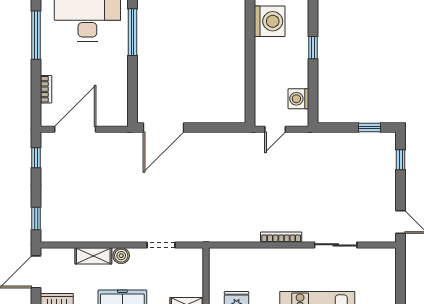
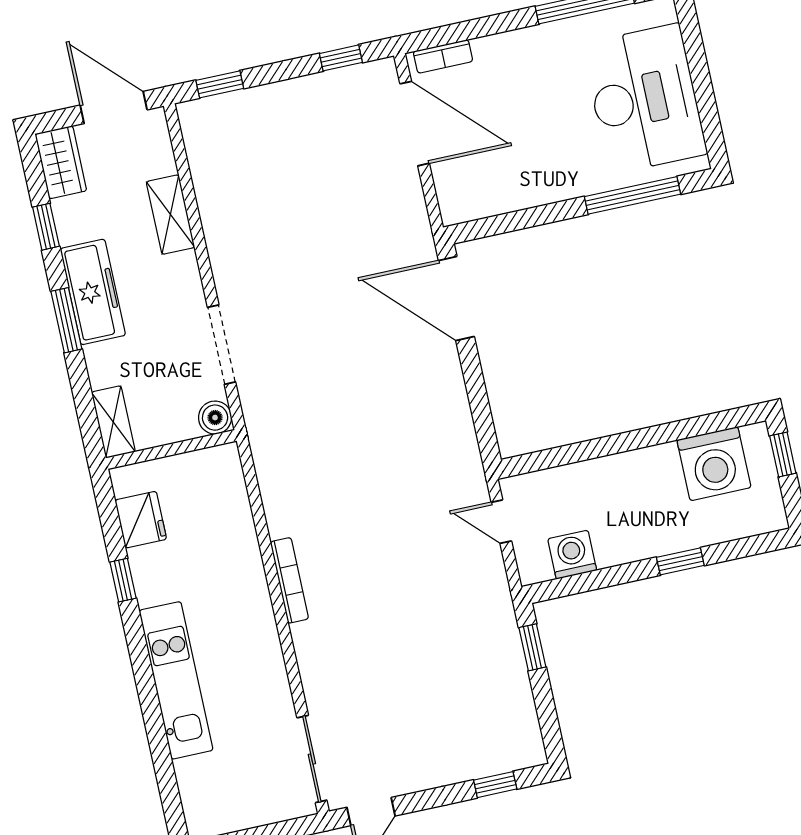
bookcase: (46, 89) -> (443, 56), moved
window: (370, 127) -> (532, 647), moved
doorway: (161, 245) -> (222, 345), width x1.38
sliding door: (336, 245) -> (312, 759), moved
boiler: (121, 256) -> (215, 418), moved

